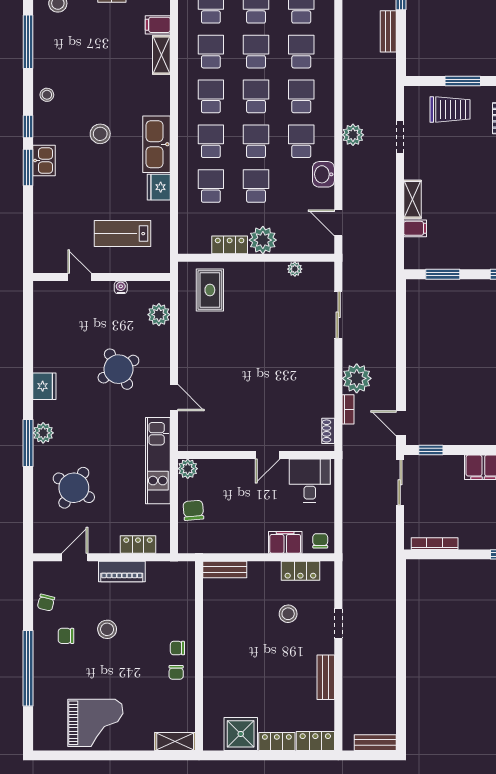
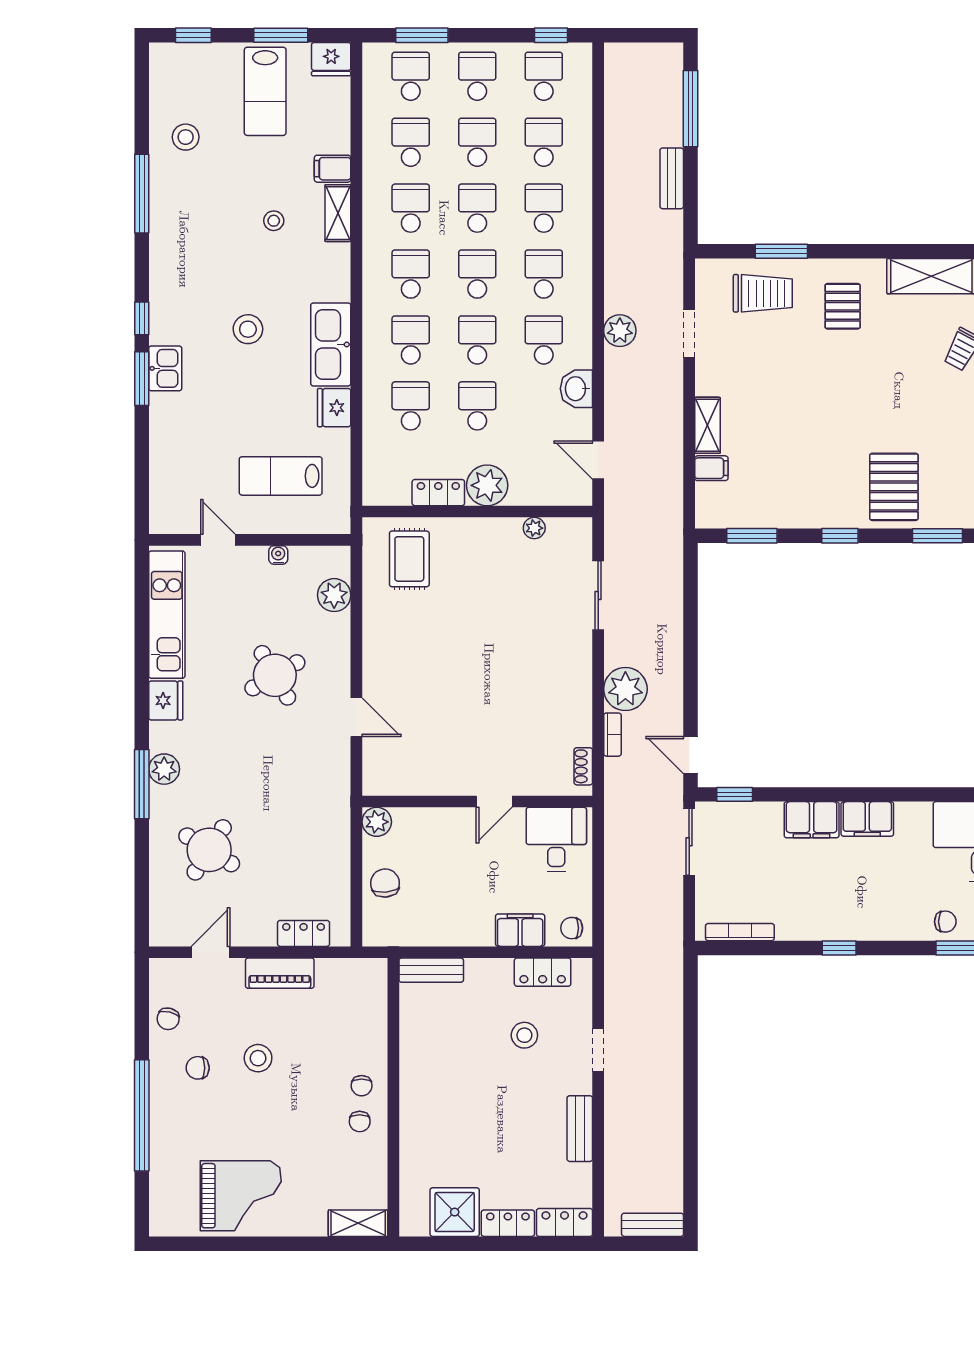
stool: (47, 95) -> (274, 221), moved
kitchen unit: (158, 461) -> (167, 615), moved, turned 180
chair: (320, 541) -> (572, 928), turned -90
chair: (177, 648) -> (362, 1086), turned -90

